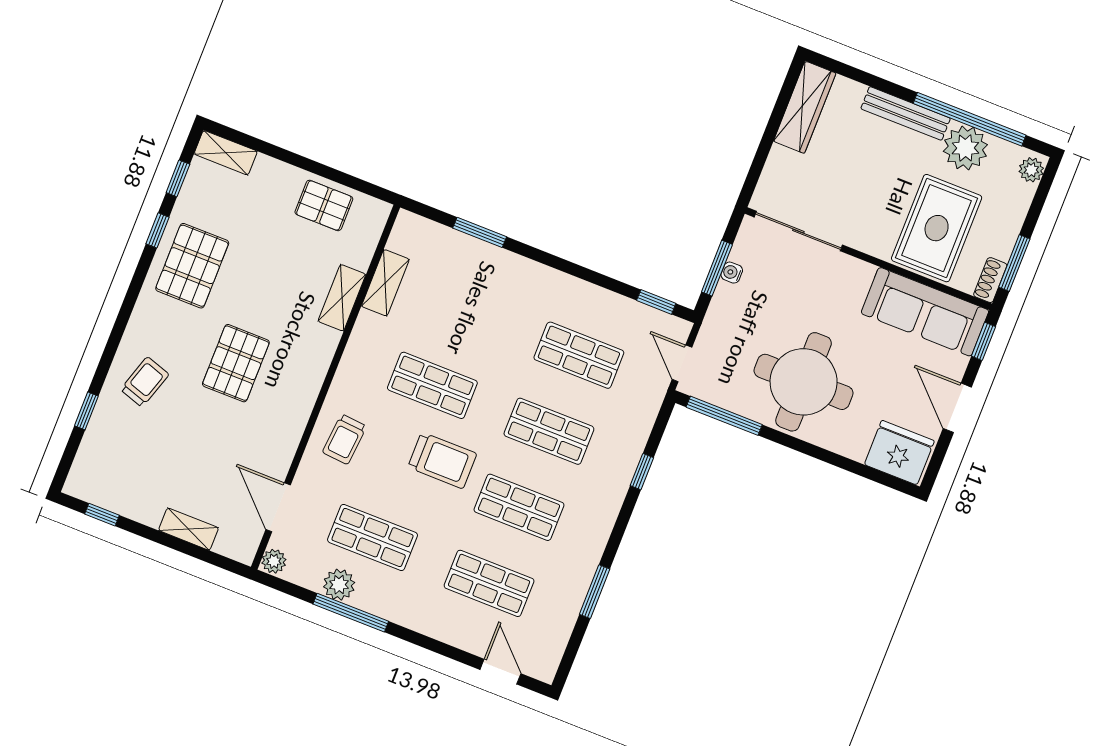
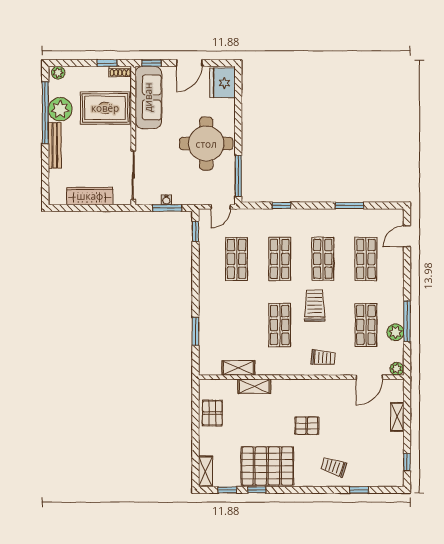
wardrobe: (805, 107) -> (90, 196), moved
window: (1014, 263) -> (107, 63), width x0.67
pallet: (192, 266) -> (267, 466), width x1.37, depth x1.41
pallet: (236, 363) -> (307, 426), width x0.67, depth x0.71

